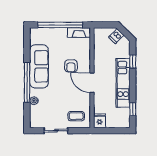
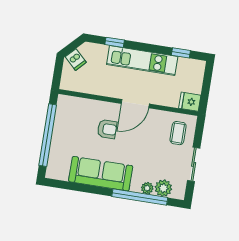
fireplace: (79, 33) -> (62, 111), removed
window: (27, 82) -> (140, 197), moved
plant: (36, 112) -> (163, 188), added

